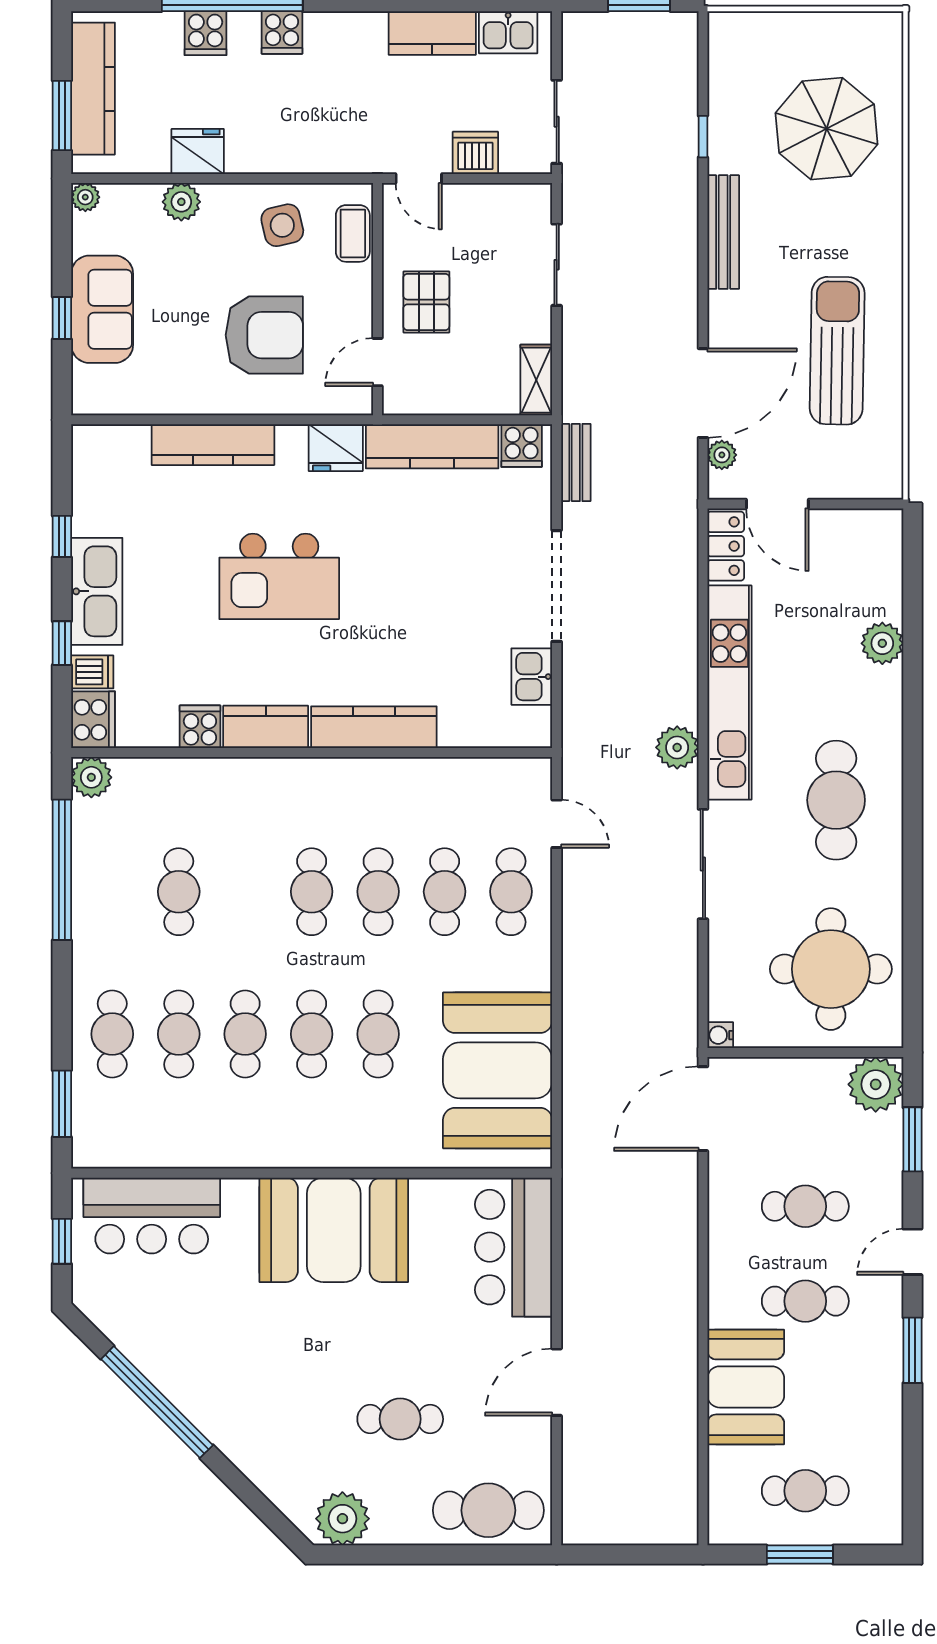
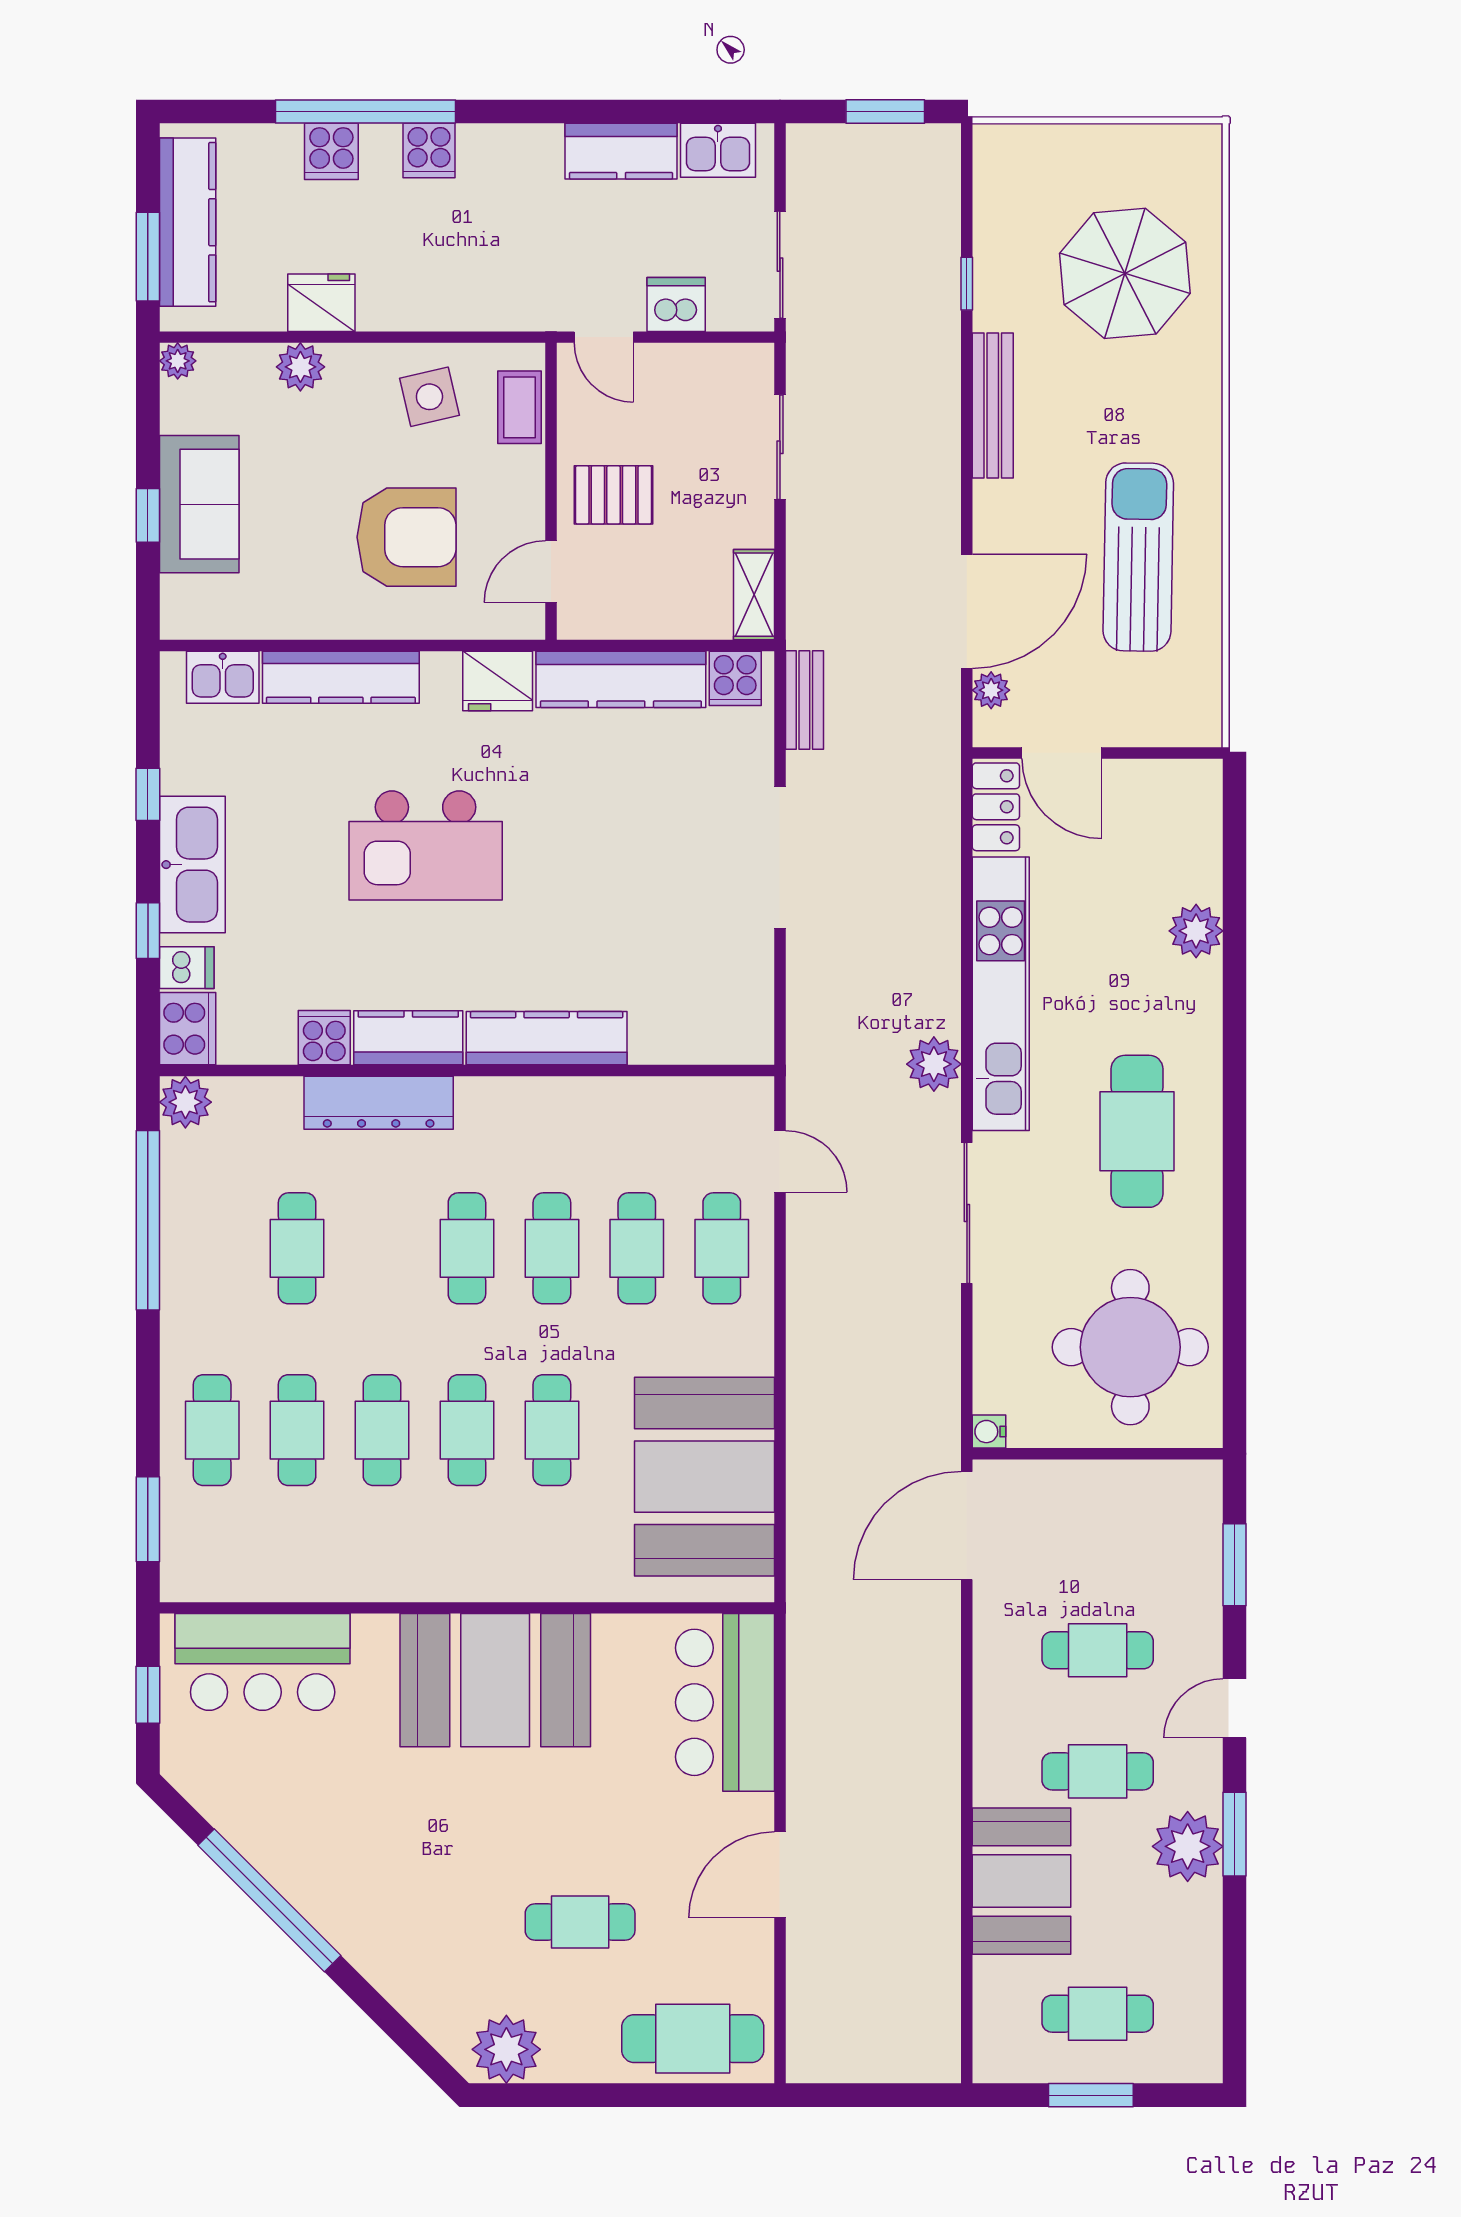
pallet: (426, 302) -> (614, 495), turned 90
kitchen sink: (532, 677) -> (223, 677), moved, turned -90
dresser: (243, 778) -> (379, 1103), added
plant: (876, 1084) -> (1188, 1846), moved

